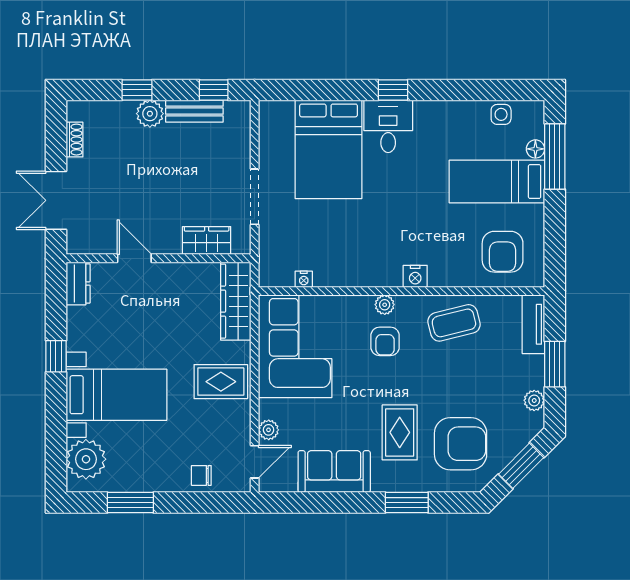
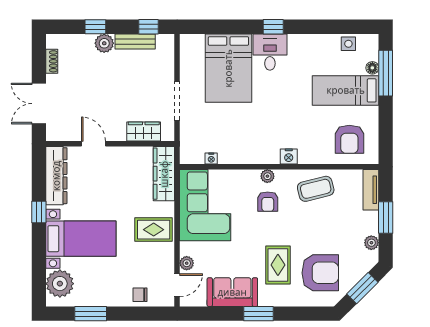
dresser: (78, 283) -> (56, 176), width x1.96, depth x1.24
window: (407, 503) -> (258, 314), moved

